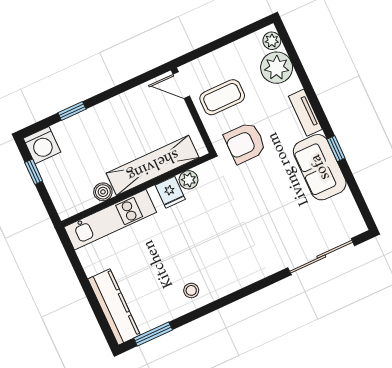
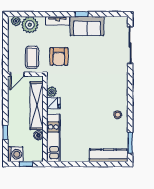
shelving: (153, 165) -> (37, 106), moved
plant: (189, 180) -> (52, 92), moved
wall: (136, 190) -> (45, 119), moved
boiler: (103, 192) -> (38, 135), moved
fridge: (170, 192) -> (53, 103), moved
kitchen unit: (110, 220) -> (53, 138), moved

